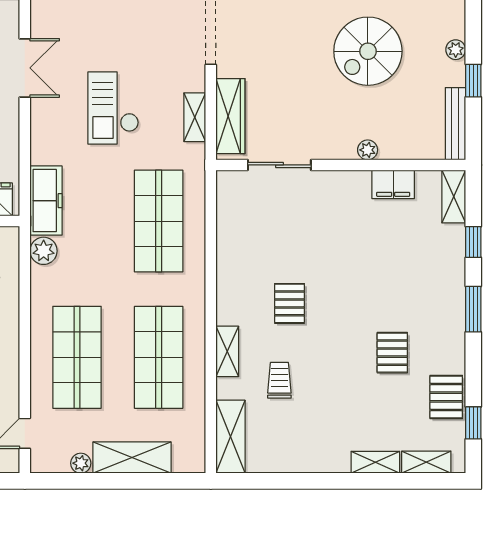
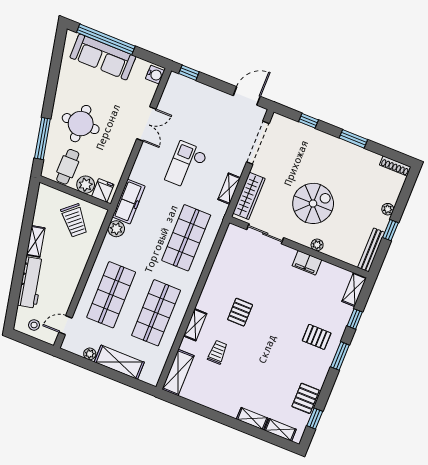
spiral stairs: (368, 51) -> (313, 203), moved, turned 180
filing cabinet: (393, 184) -> (307, 263), moved
pallet: (392, 353) -> (317, 337), moved, turned 90

